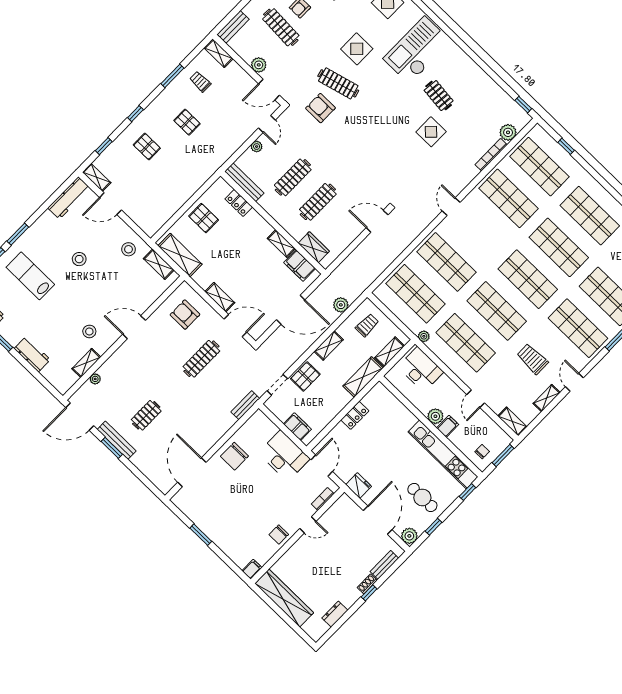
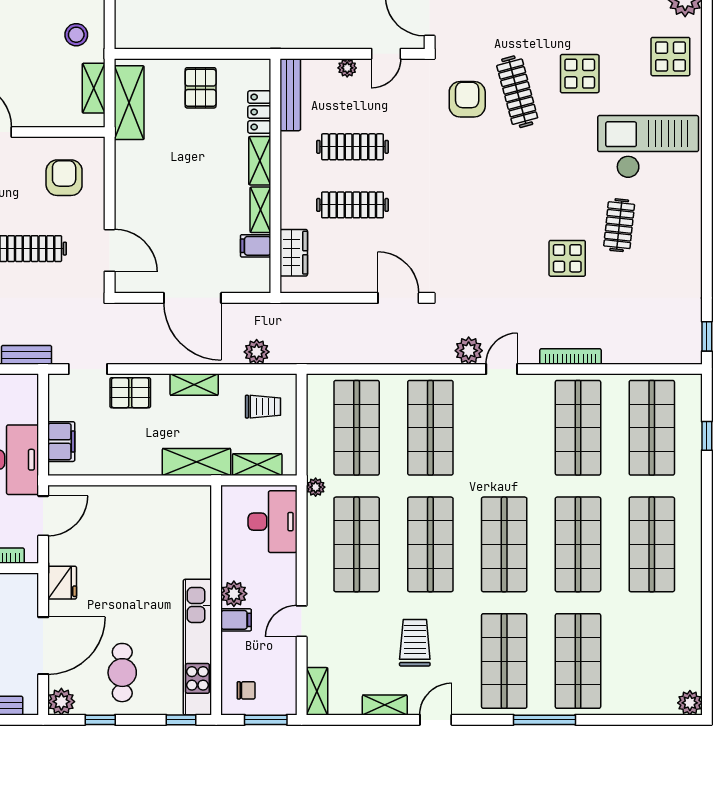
plant: (508, 132) -> (469, 351), moved
bookcase: (491, 155) -> (570, 356), moved
filing cabinet: (300, 266) -> (256, 246), width x0.50
shelving: (220, 297) -> (260, 161), moved
locker: (355, 415) -> (141, 497), removed

